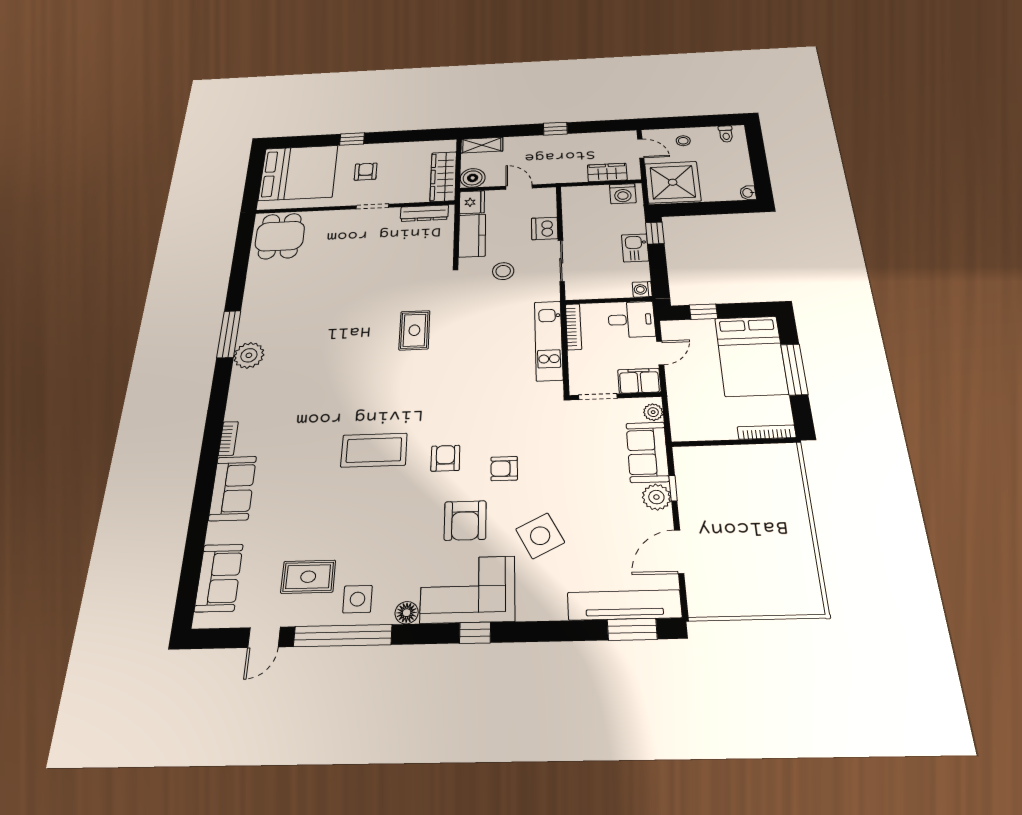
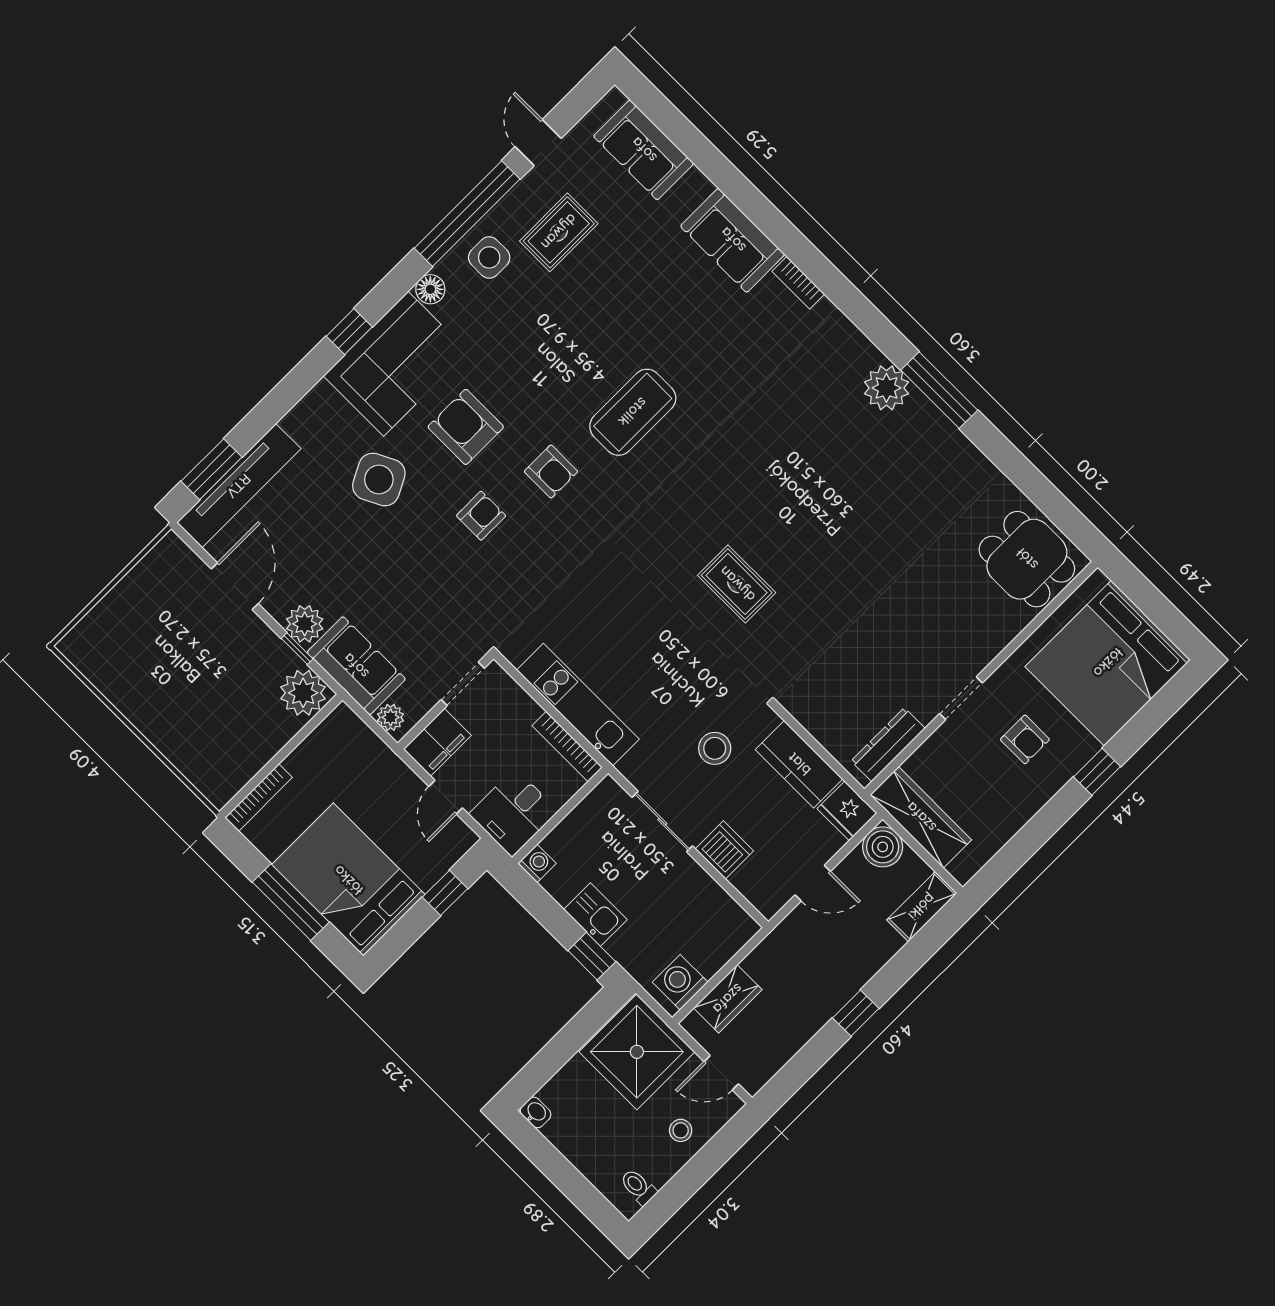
plant: (691, 463) -> (303, 693), added

